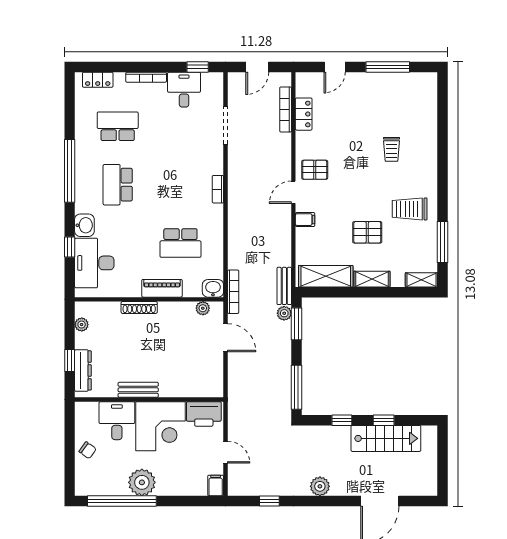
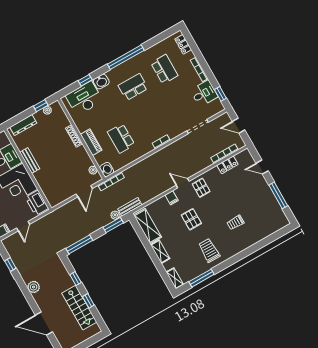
pallet: (367, 232) -> (191, 219), moved
window: (70, 360) -> (41, 106), moved

